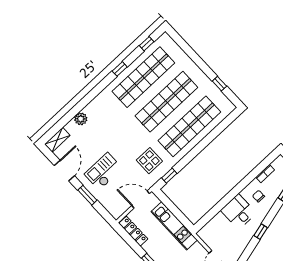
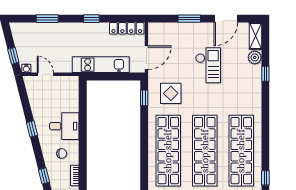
window: (120, 69) -> (265, 74), moved
plant: (81, 119) -> (255, 57), moved
door: (64, 171) -> (226, 19), hinge flipped
checkout: (103, 171) -> (208, 65), moved

